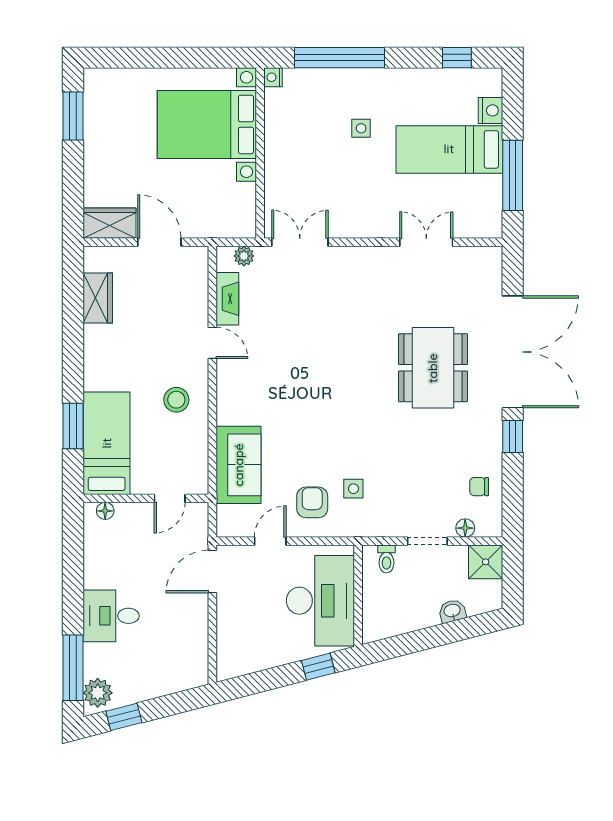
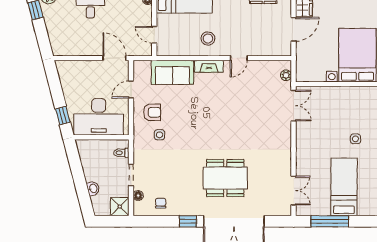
nightstand: (491, 110) -> (365, 209), removed
double door: (426, 242) -> (294, 191), moved
fireplace: (227, 299) -> (209, 66), moved
door: (270, 541) -> (131, 90), swing flipped

